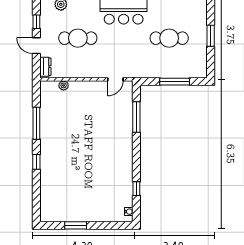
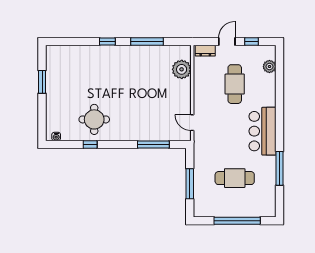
window: (211, 36) -> (237, 221), width x2.11
cafe table: (169, 38) -> (235, 178), turned 90
plant: (64, 85) -> (182, 69), width x1.87, depth x1.87
round table: (112, 175) -> (94, 119), added
window: (136, 189) -> (90, 144), moved

